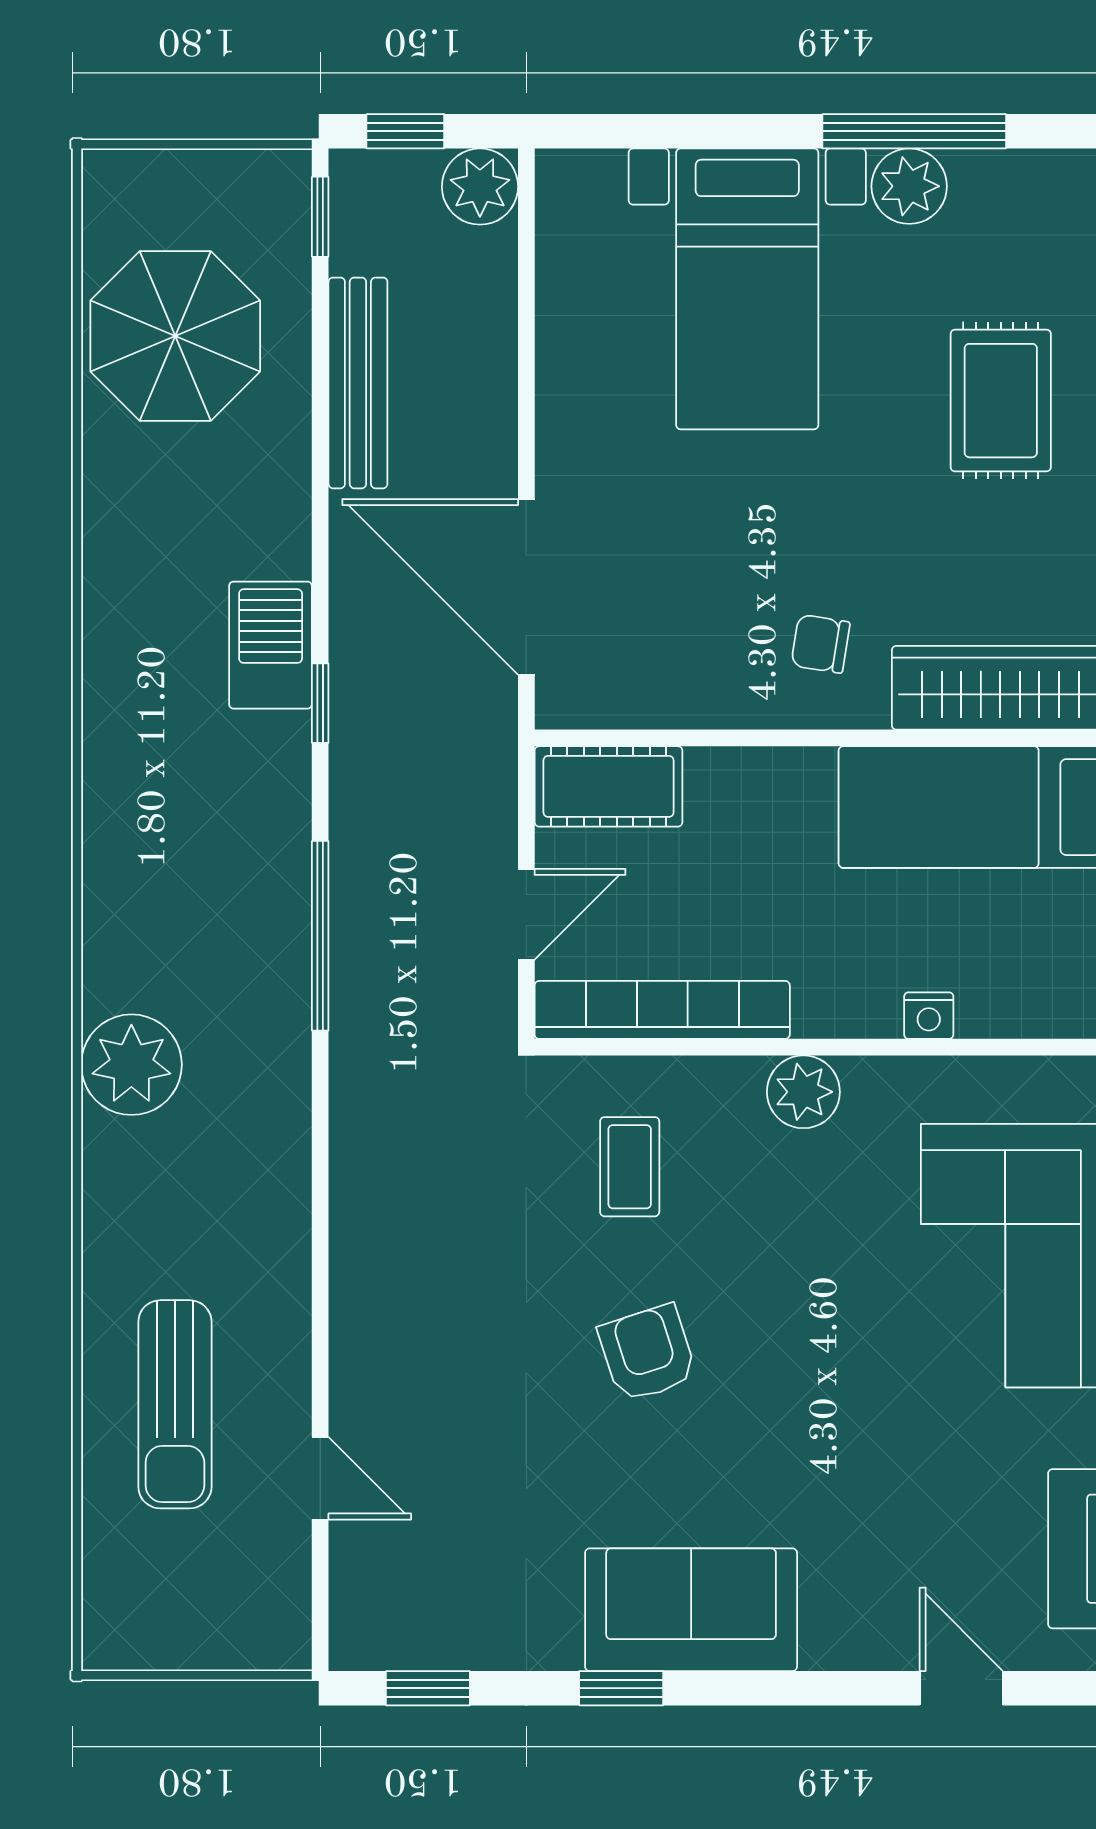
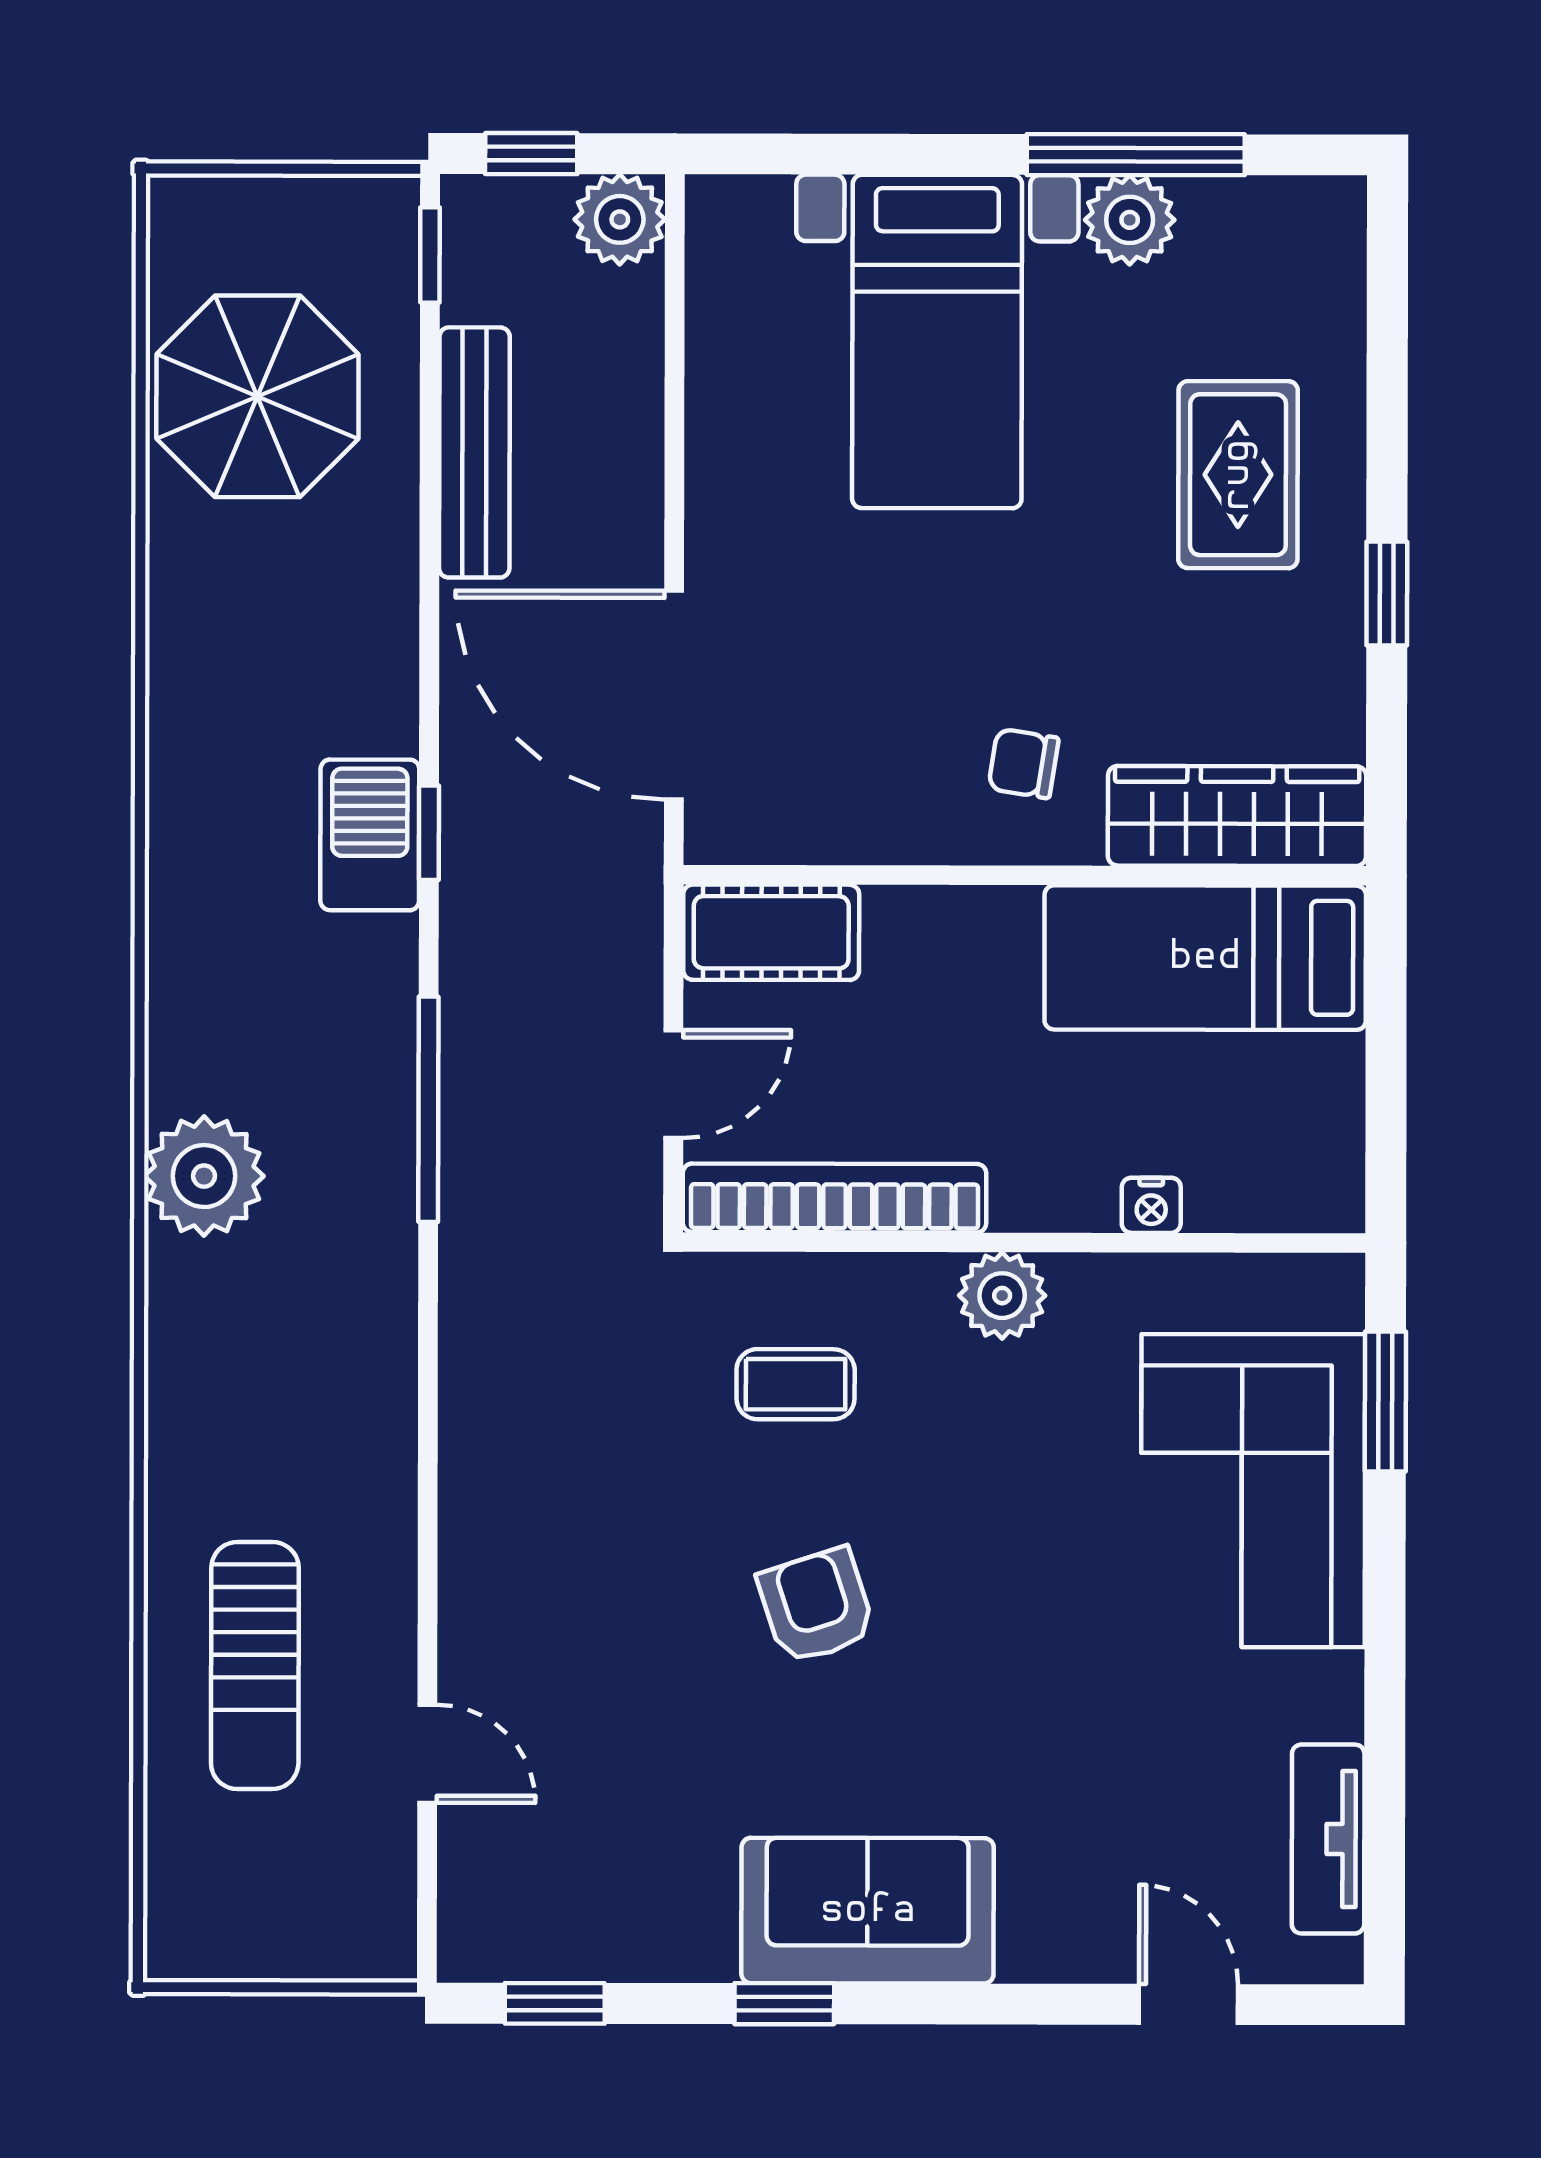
barbecue: (271, 645) -> (370, 835), moved
plant: (131, 1065) -> (204, 1176), moved
coffee table: (630, 1167) -> (796, 1384), turned 90

